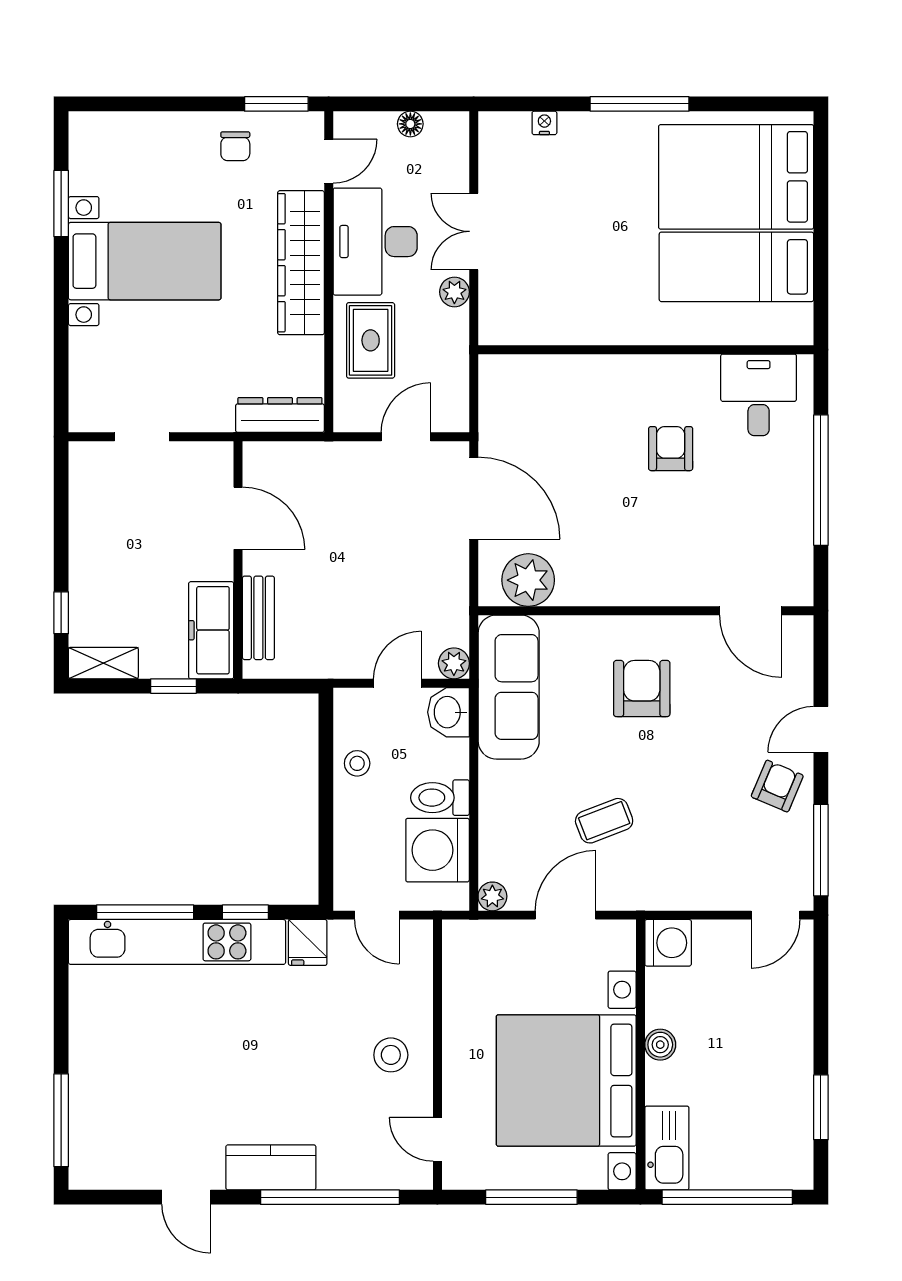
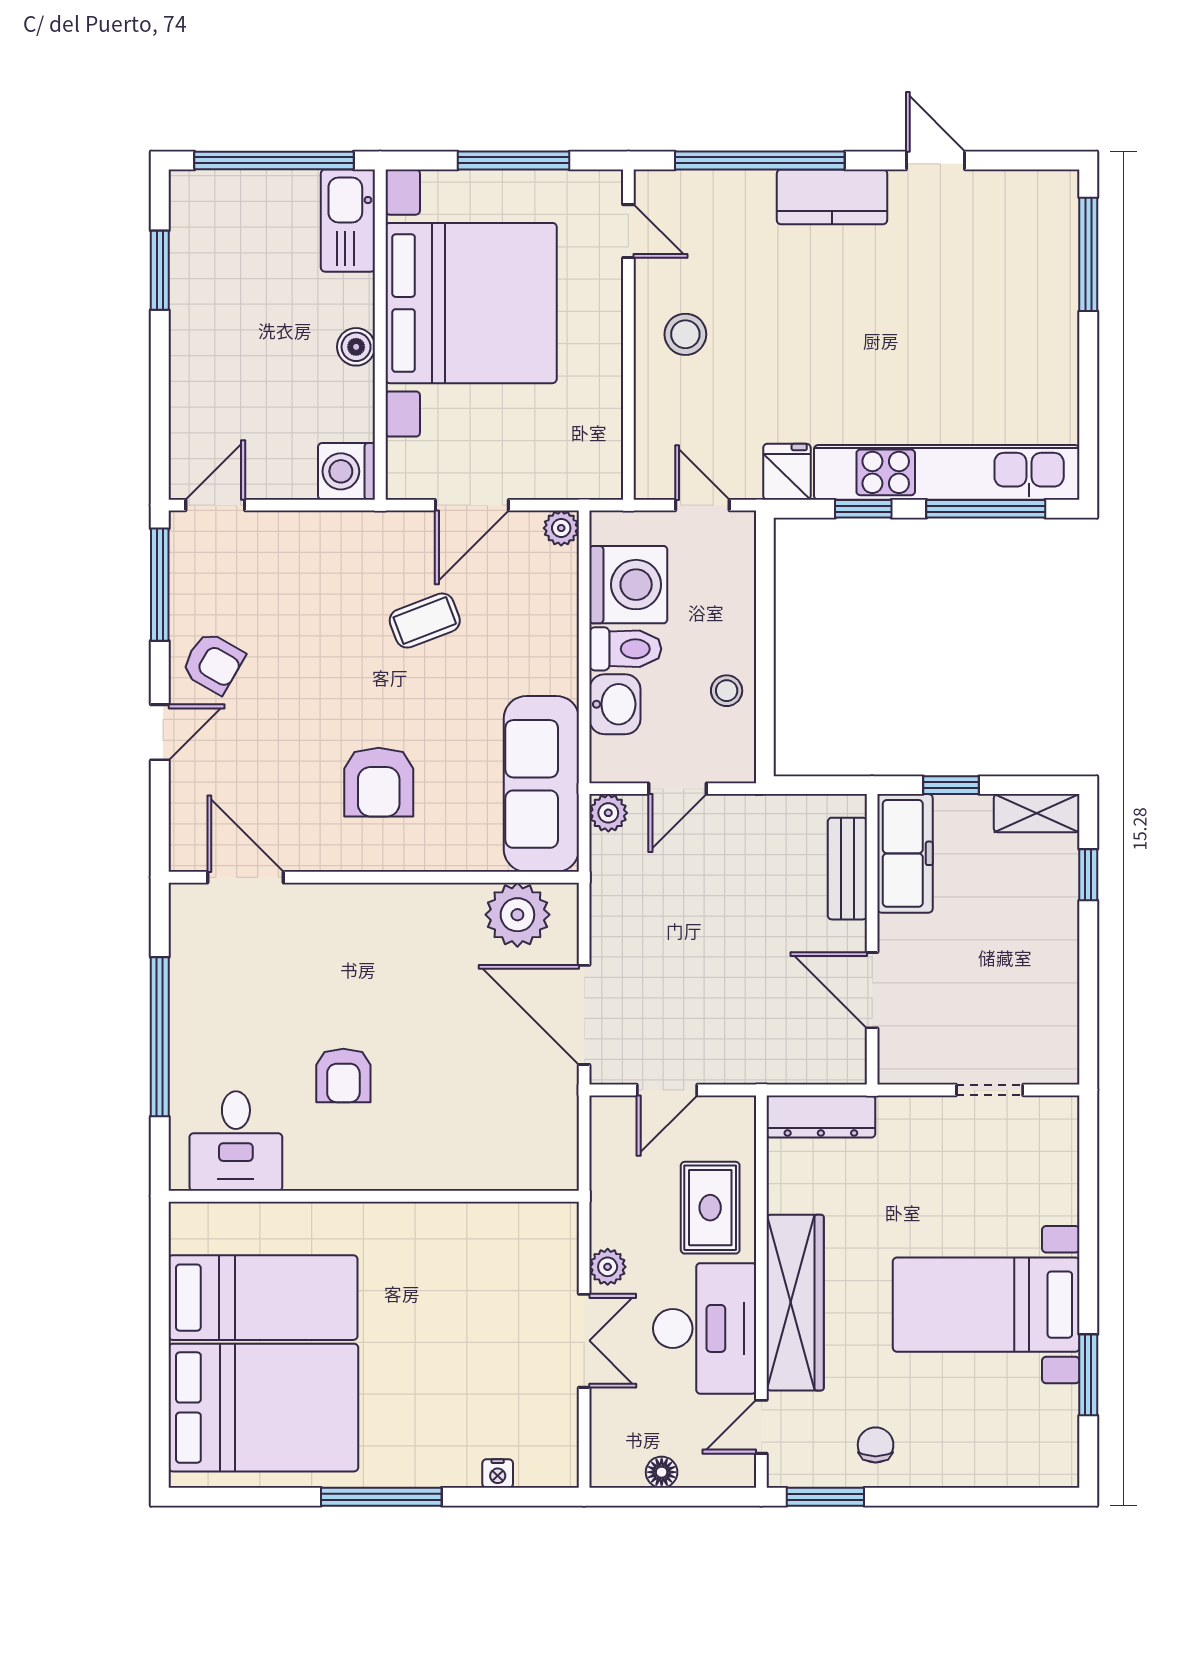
washbasin: (448, 712) -> (615, 704), moved
armchair: (777, 786) -> (213, 663), turned -83

